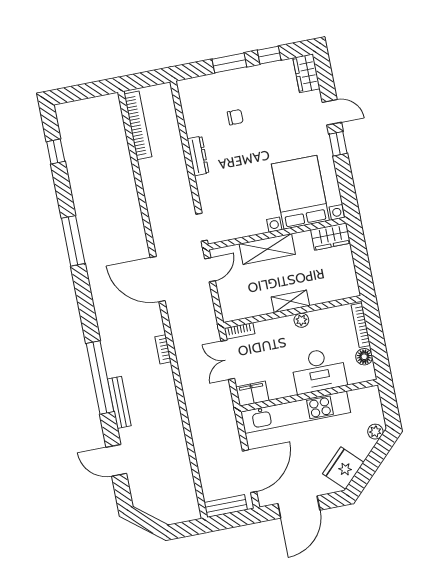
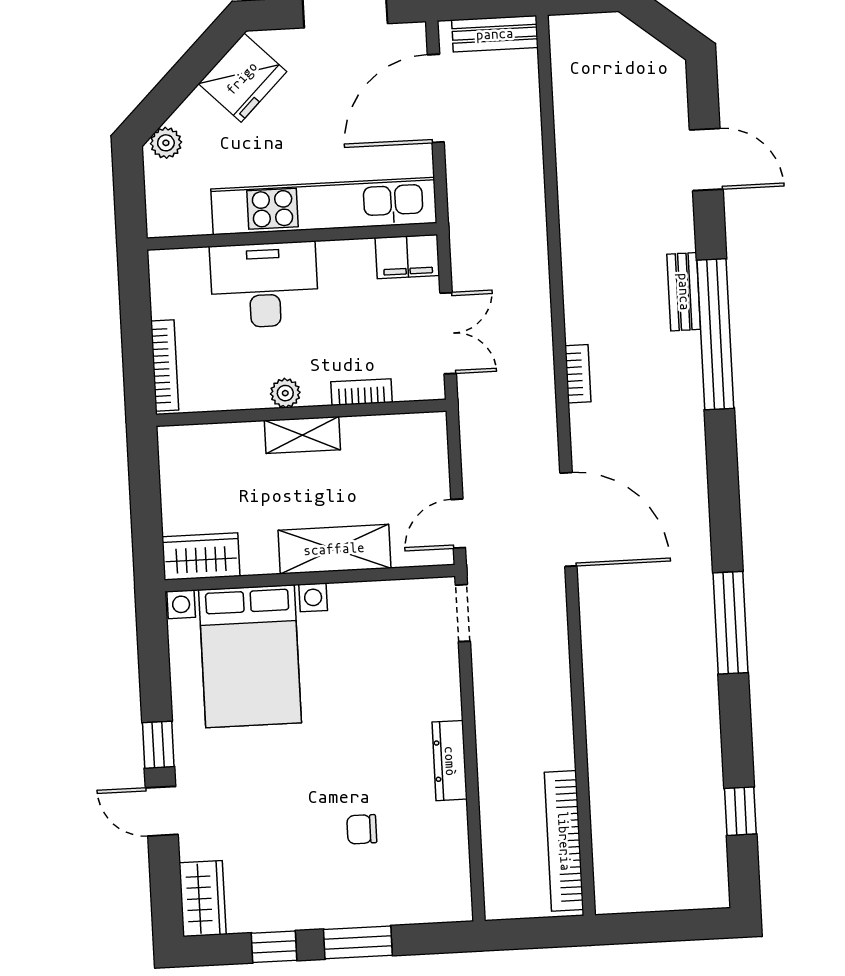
bookcase: (239, 331) -> (362, 392), moved
floor lamp: (364, 357) -> (167, 300), removed
bench: (119, 402) -> (684, 292), width x0.73

